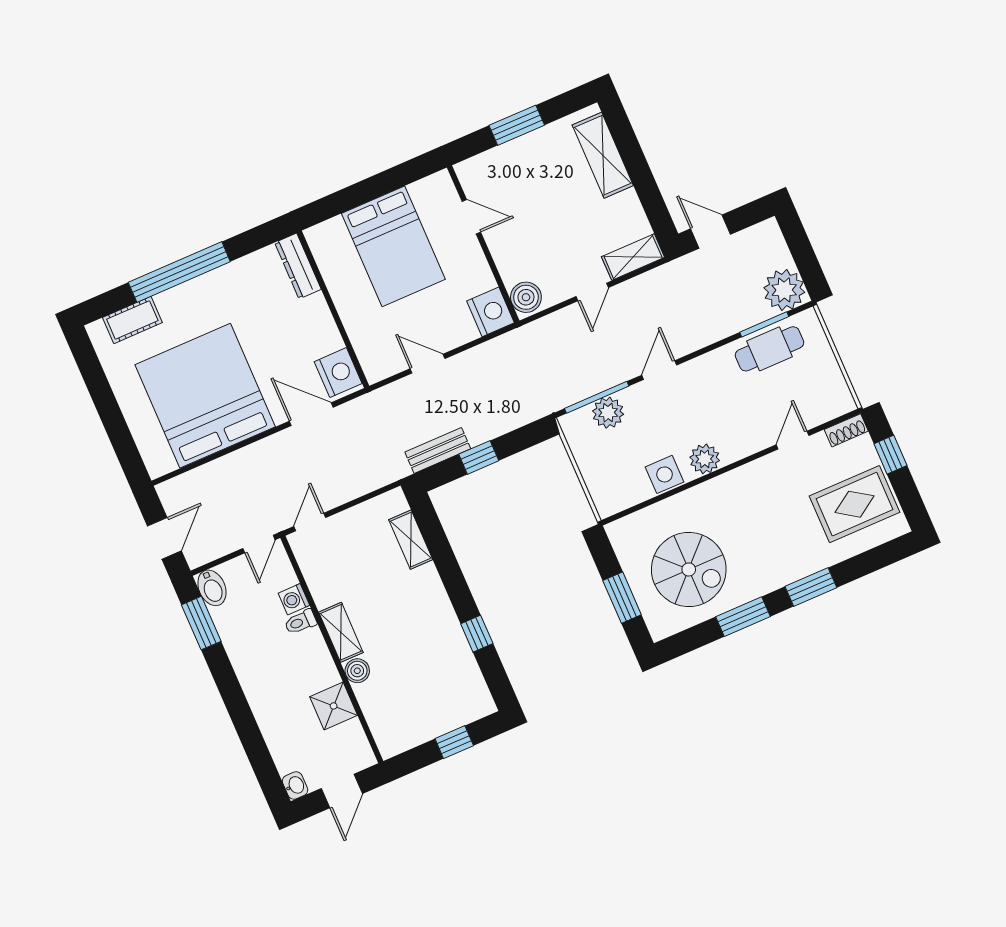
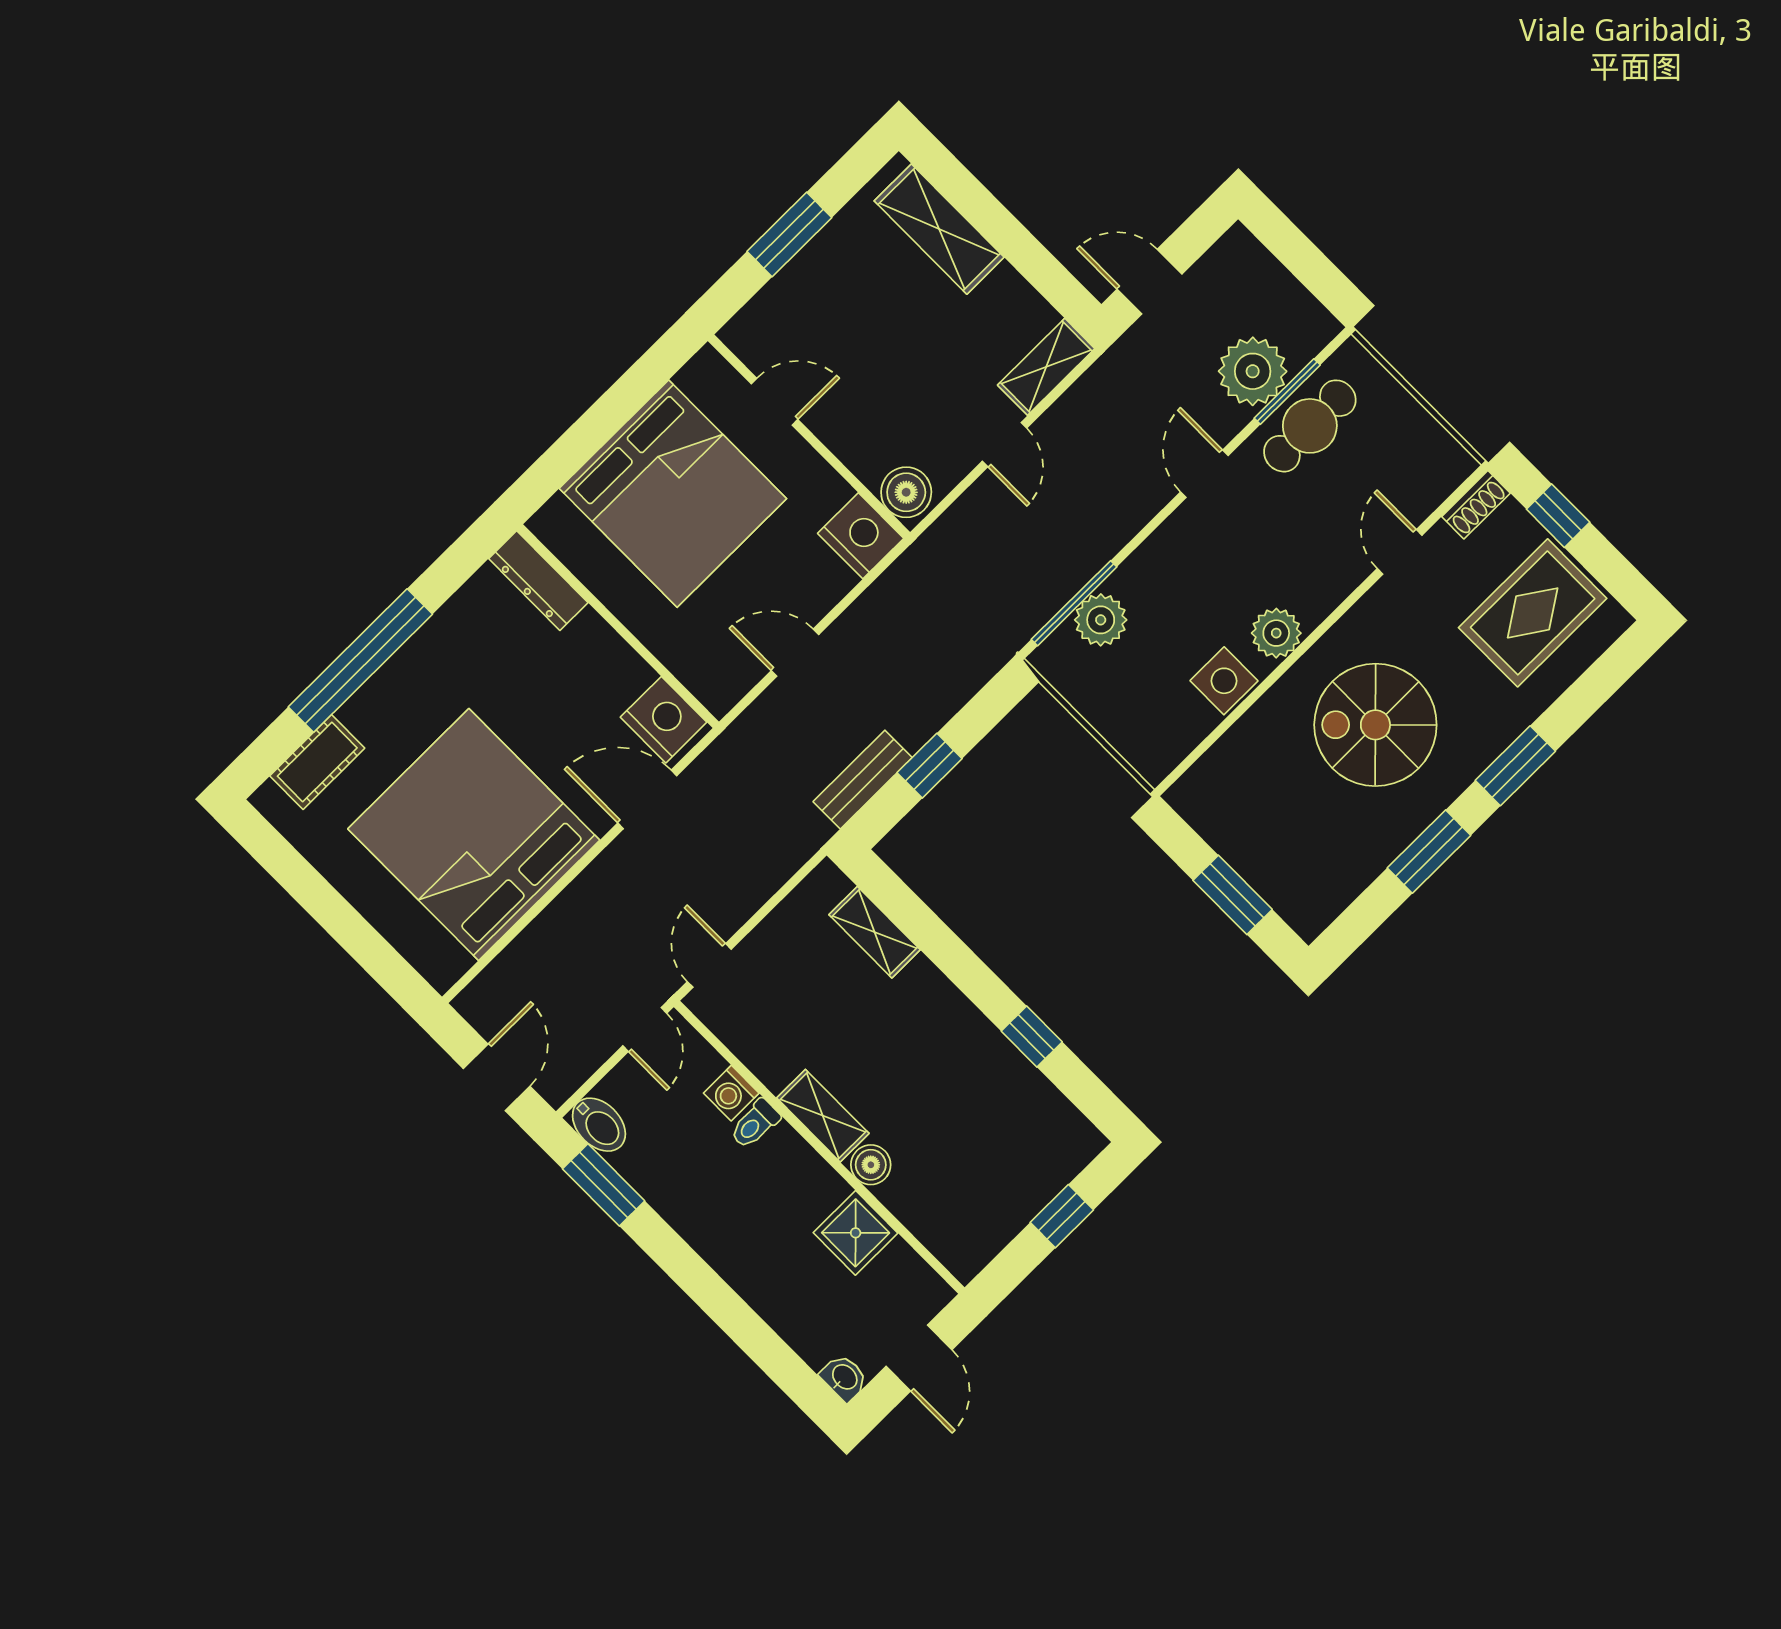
bed: (393, 246) -> (673, 494), width x1.36
plant: (784, 290) -> (1253, 371), moved
door: (659, 370) -> (1204, 474), moved
spiral stairs: (689, 569) -> (1375, 725), moved, turned 180

